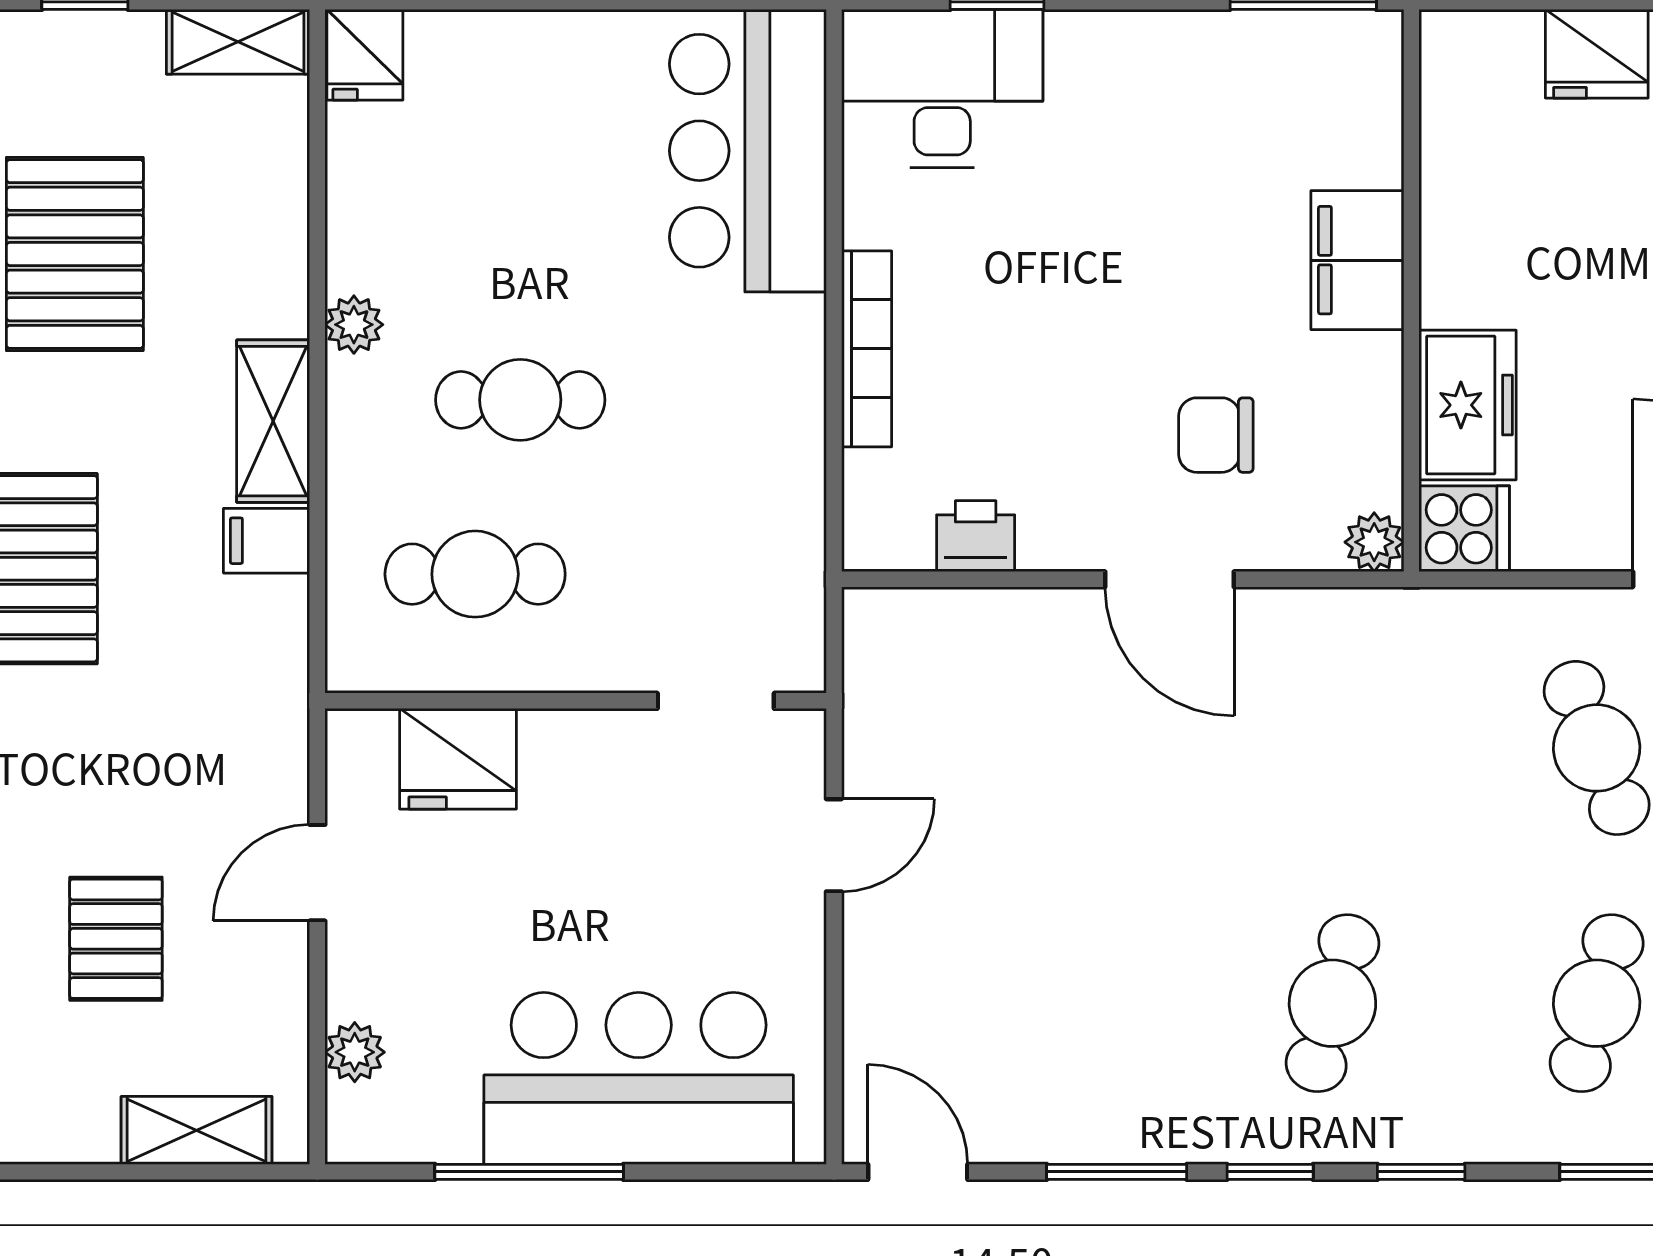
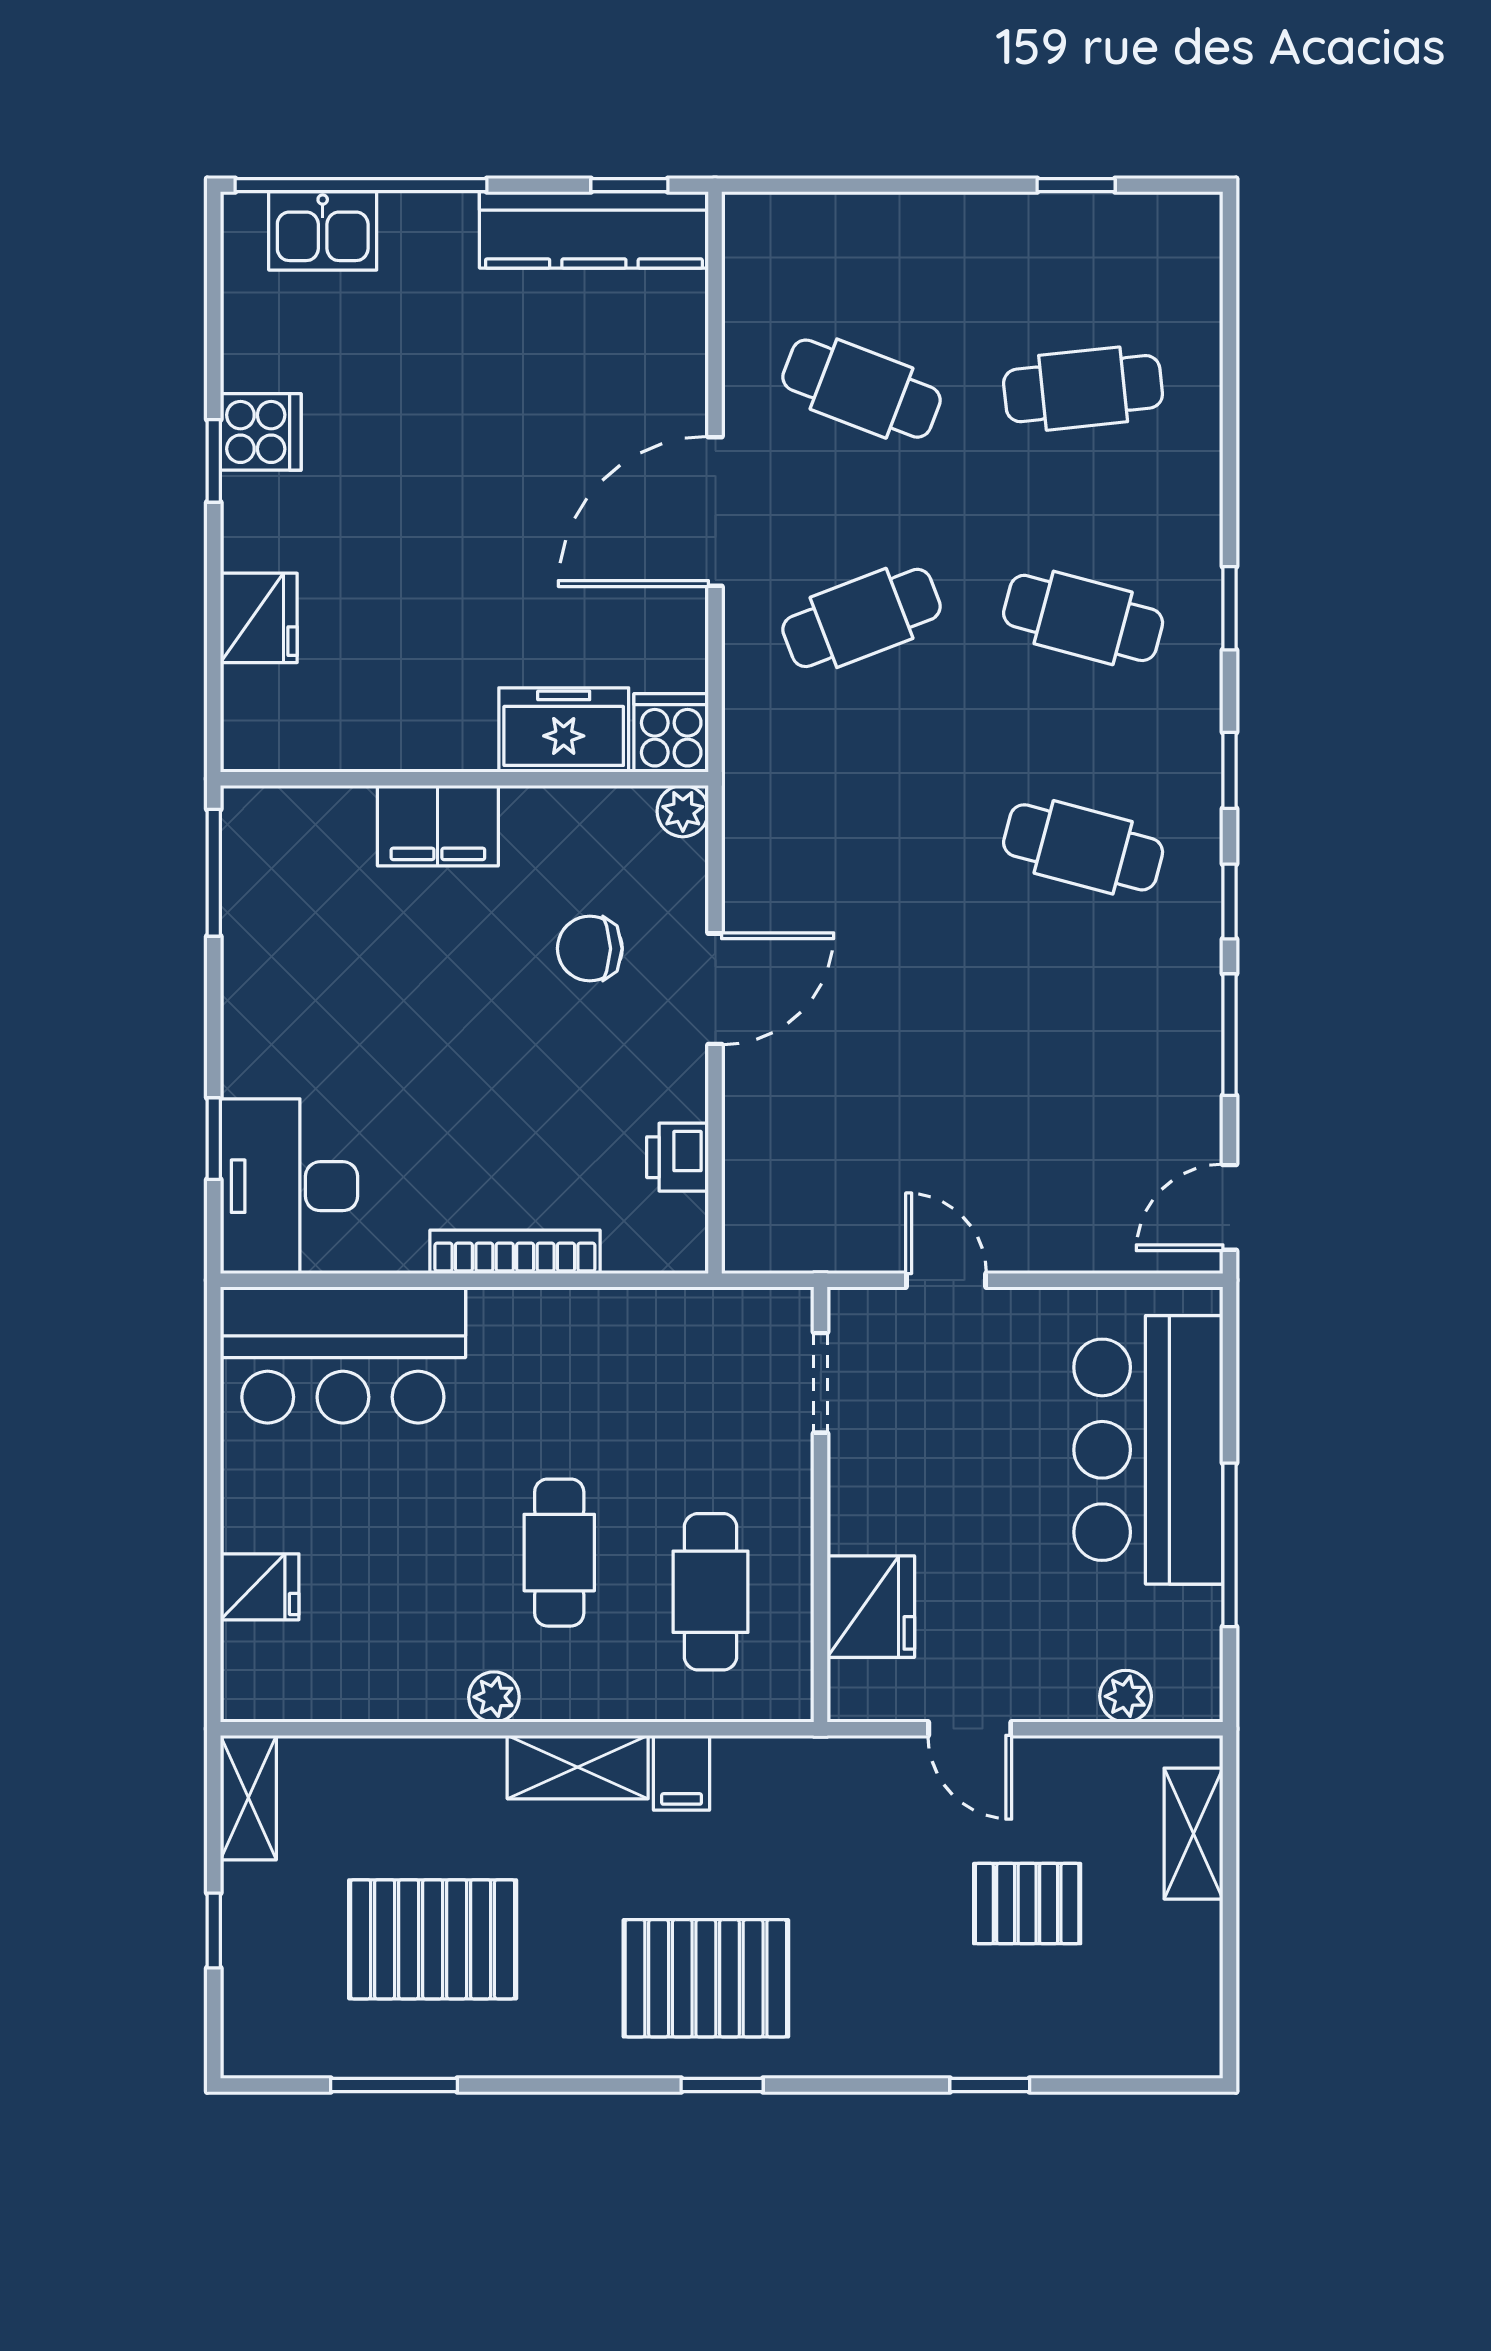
fridge: (365, 55) -> (260, 1587), moved
chair: (1216, 435) -> (590, 949), turned 90

